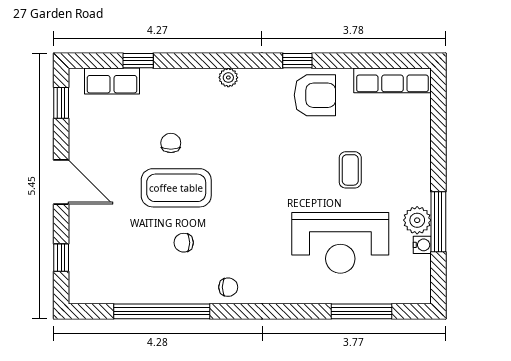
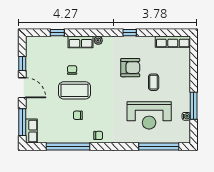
row of seats: (112, 81) -> (81, 42), moved
armchair: (315, 95) -> (130, 68), moved
window: (61, 103) -> (22, 64), moved
plant: (417, 220) -> (184, 105), removed
window: (61, 258) -> (22, 122), width x2.17
row of seats: (81, 277) -> (31, 131), added
window: (362, 311) -> (159, 146), width x1.46

